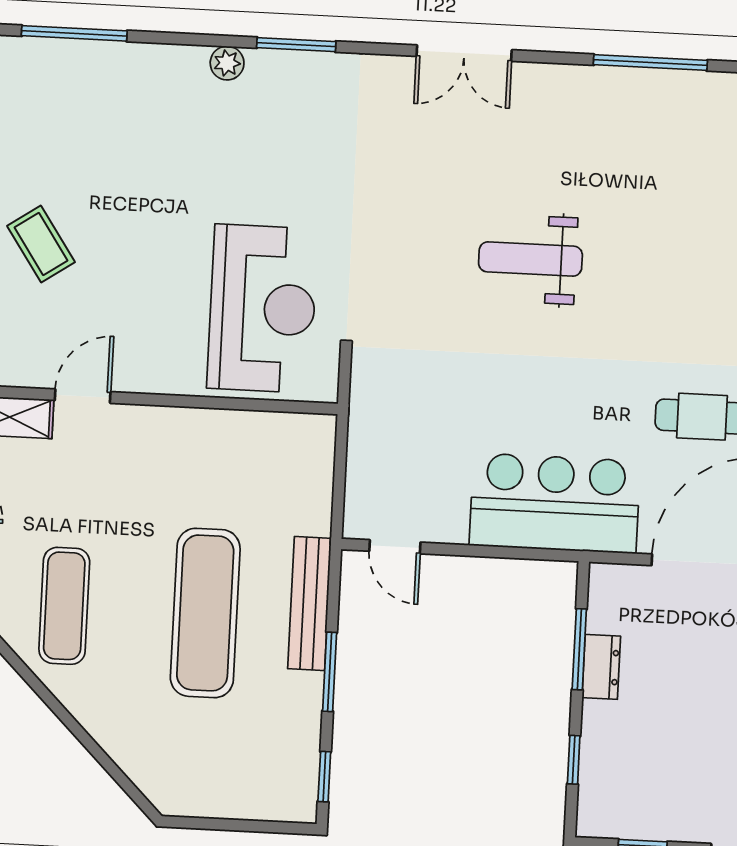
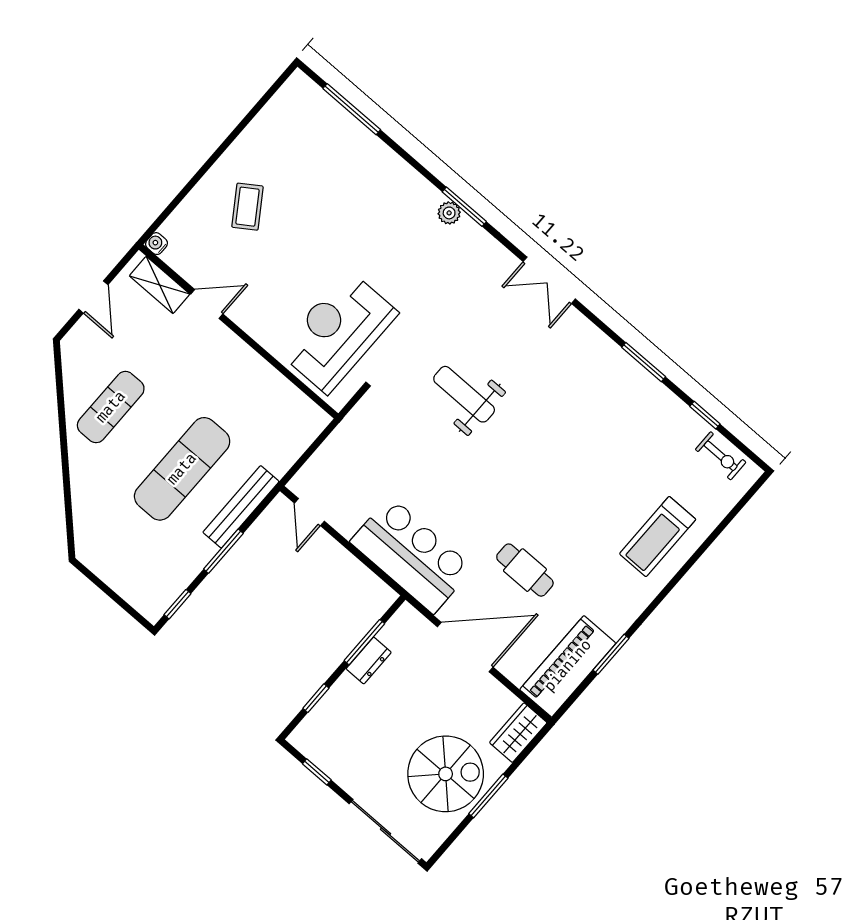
plant: (227, 63) -> (449, 213), moved
window: (650, 63) -> (644, 362), width x0.69
weight bench: (530, 259) -> (464, 394), moved
reception desk: (262, 309) -> (338, 332), turned 180

